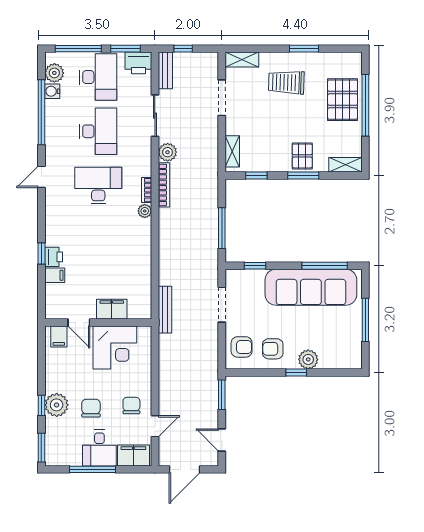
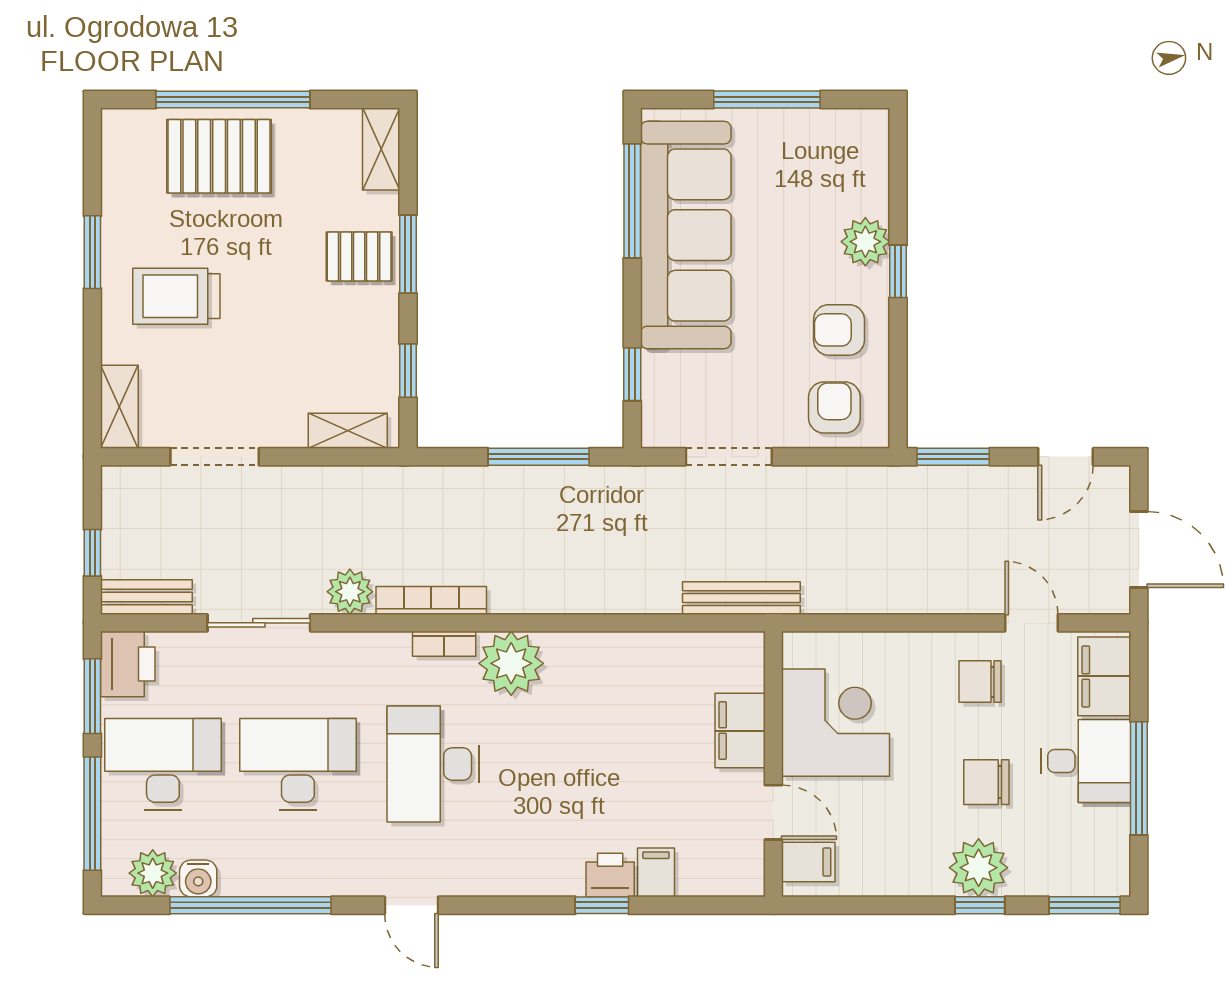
trolley: (286, 82) -> (176, 296), turned 88
plant: (145, 211) -> (511, 663), width x1.88, depth x1.88
door: (79, 322) -> (773, 812), hinge flipped
armchair: (273, 349) -> (839, 330), turned 90

